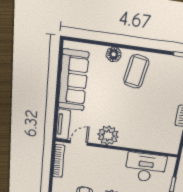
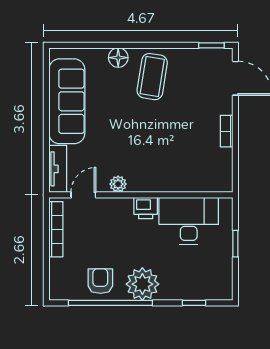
plant: (108, 136) -> (118, 184), width x0.53, depth x0.53
printer: (119, 156) -> (146, 208), added

